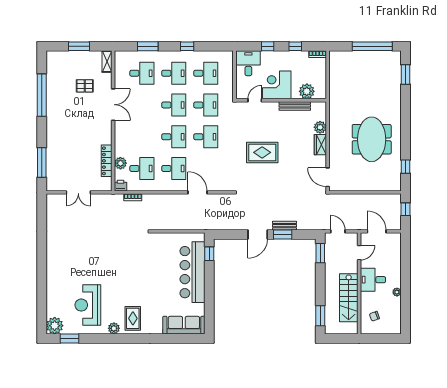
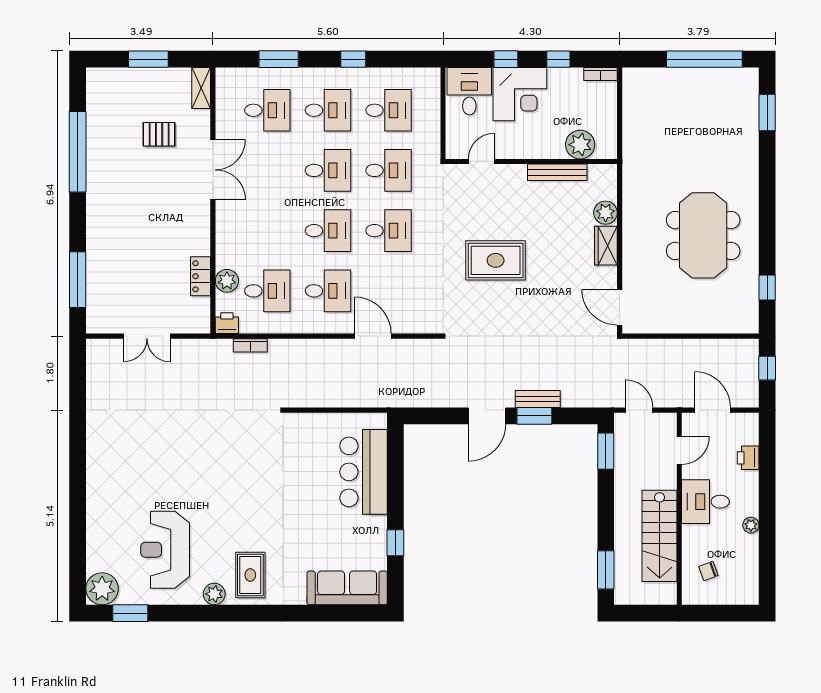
corner desk: (277, 85) -> (520, 94), moved, turned 180
locker: (107, 161) -> (201, 276), width x0.66
window: (209, 254) -> (395, 543), moved
printer: (395, 257) -> (748, 458), added
bar counter: (193, 272) -> (364, 472), width x0.73

